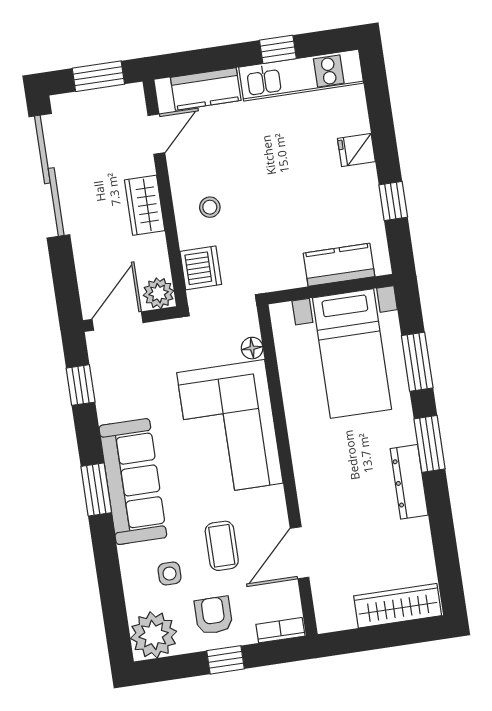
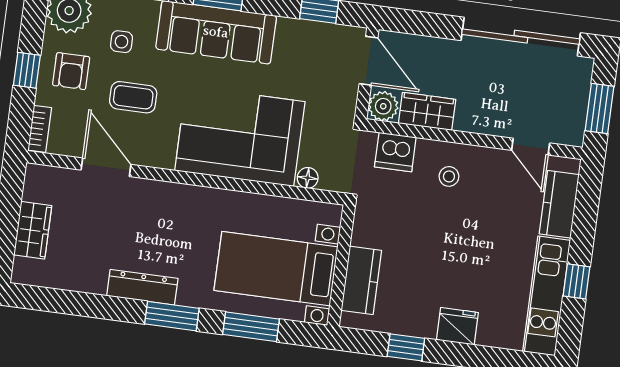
fridge: (356, 150) -> (457, 326), width x1.38
wardrobe: (145, 205) -> (427, 111), moved
wardrobe: (398, 606) -> (33, 230), width x0.67
armchair: (214, 615) -> (71, 71), turned 90

